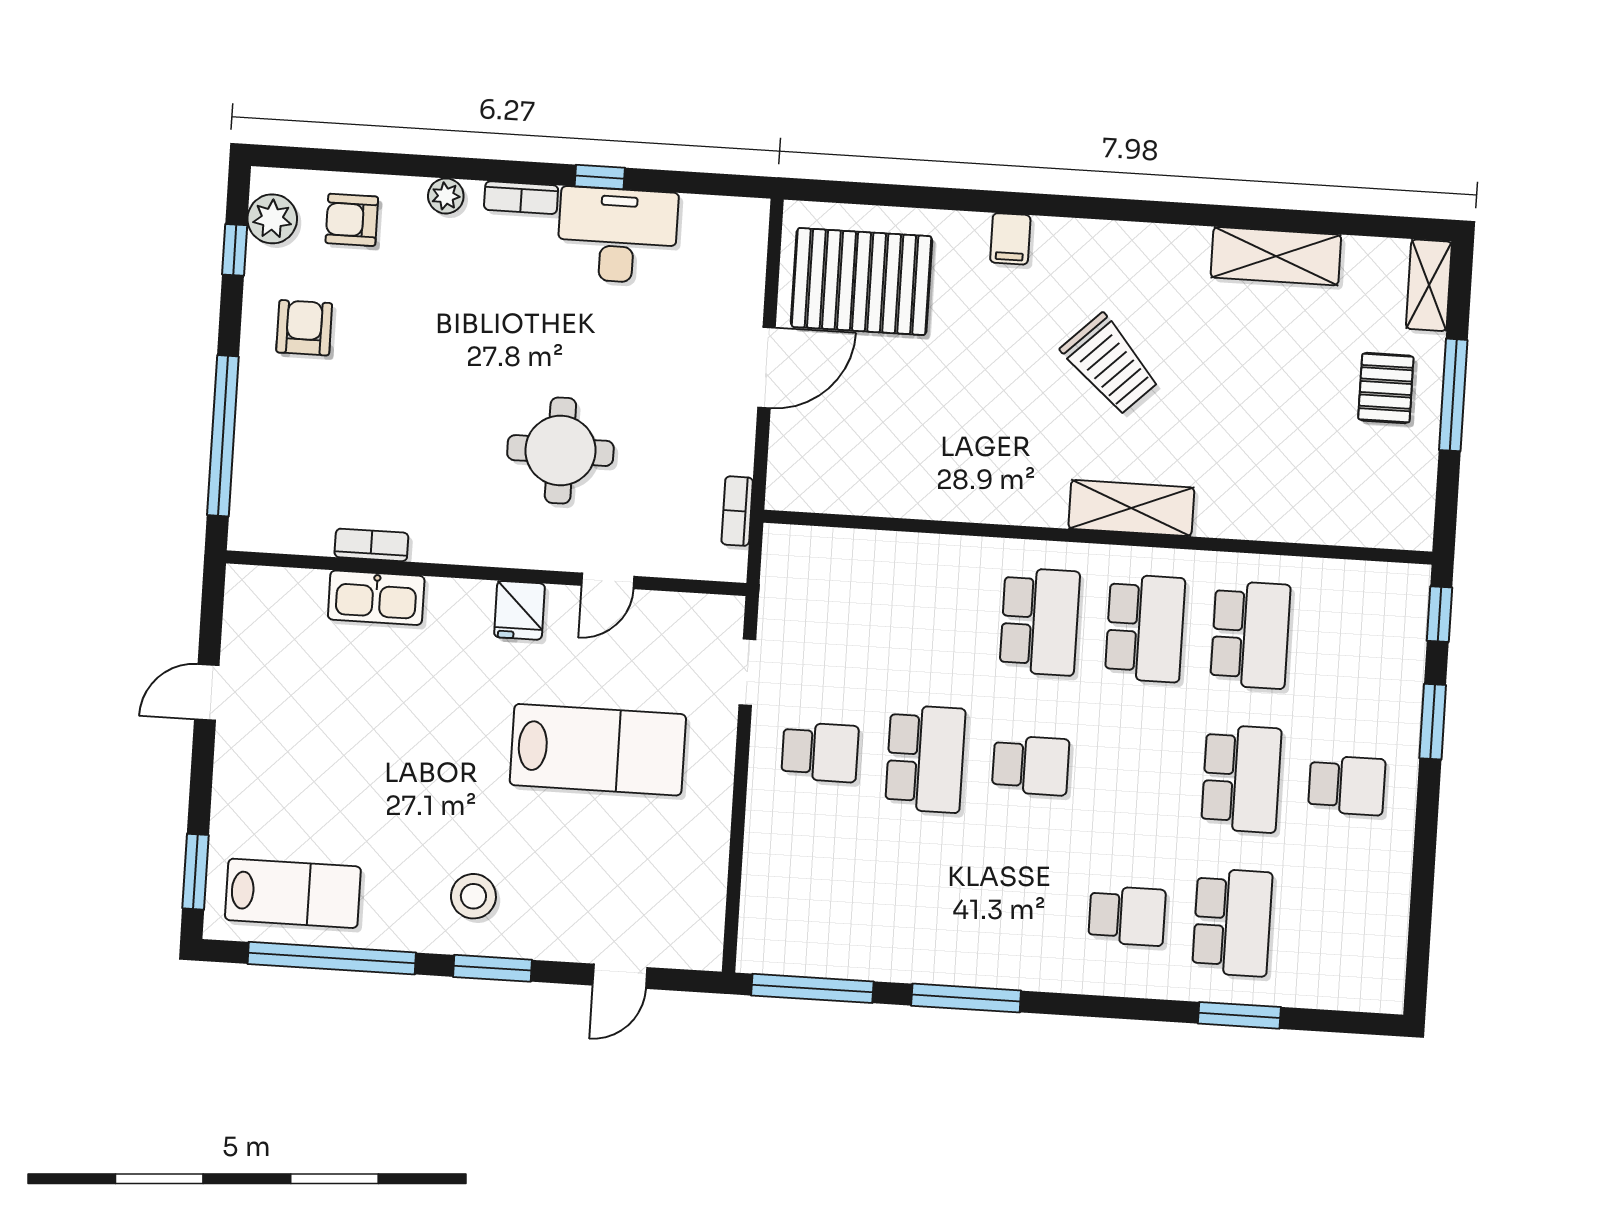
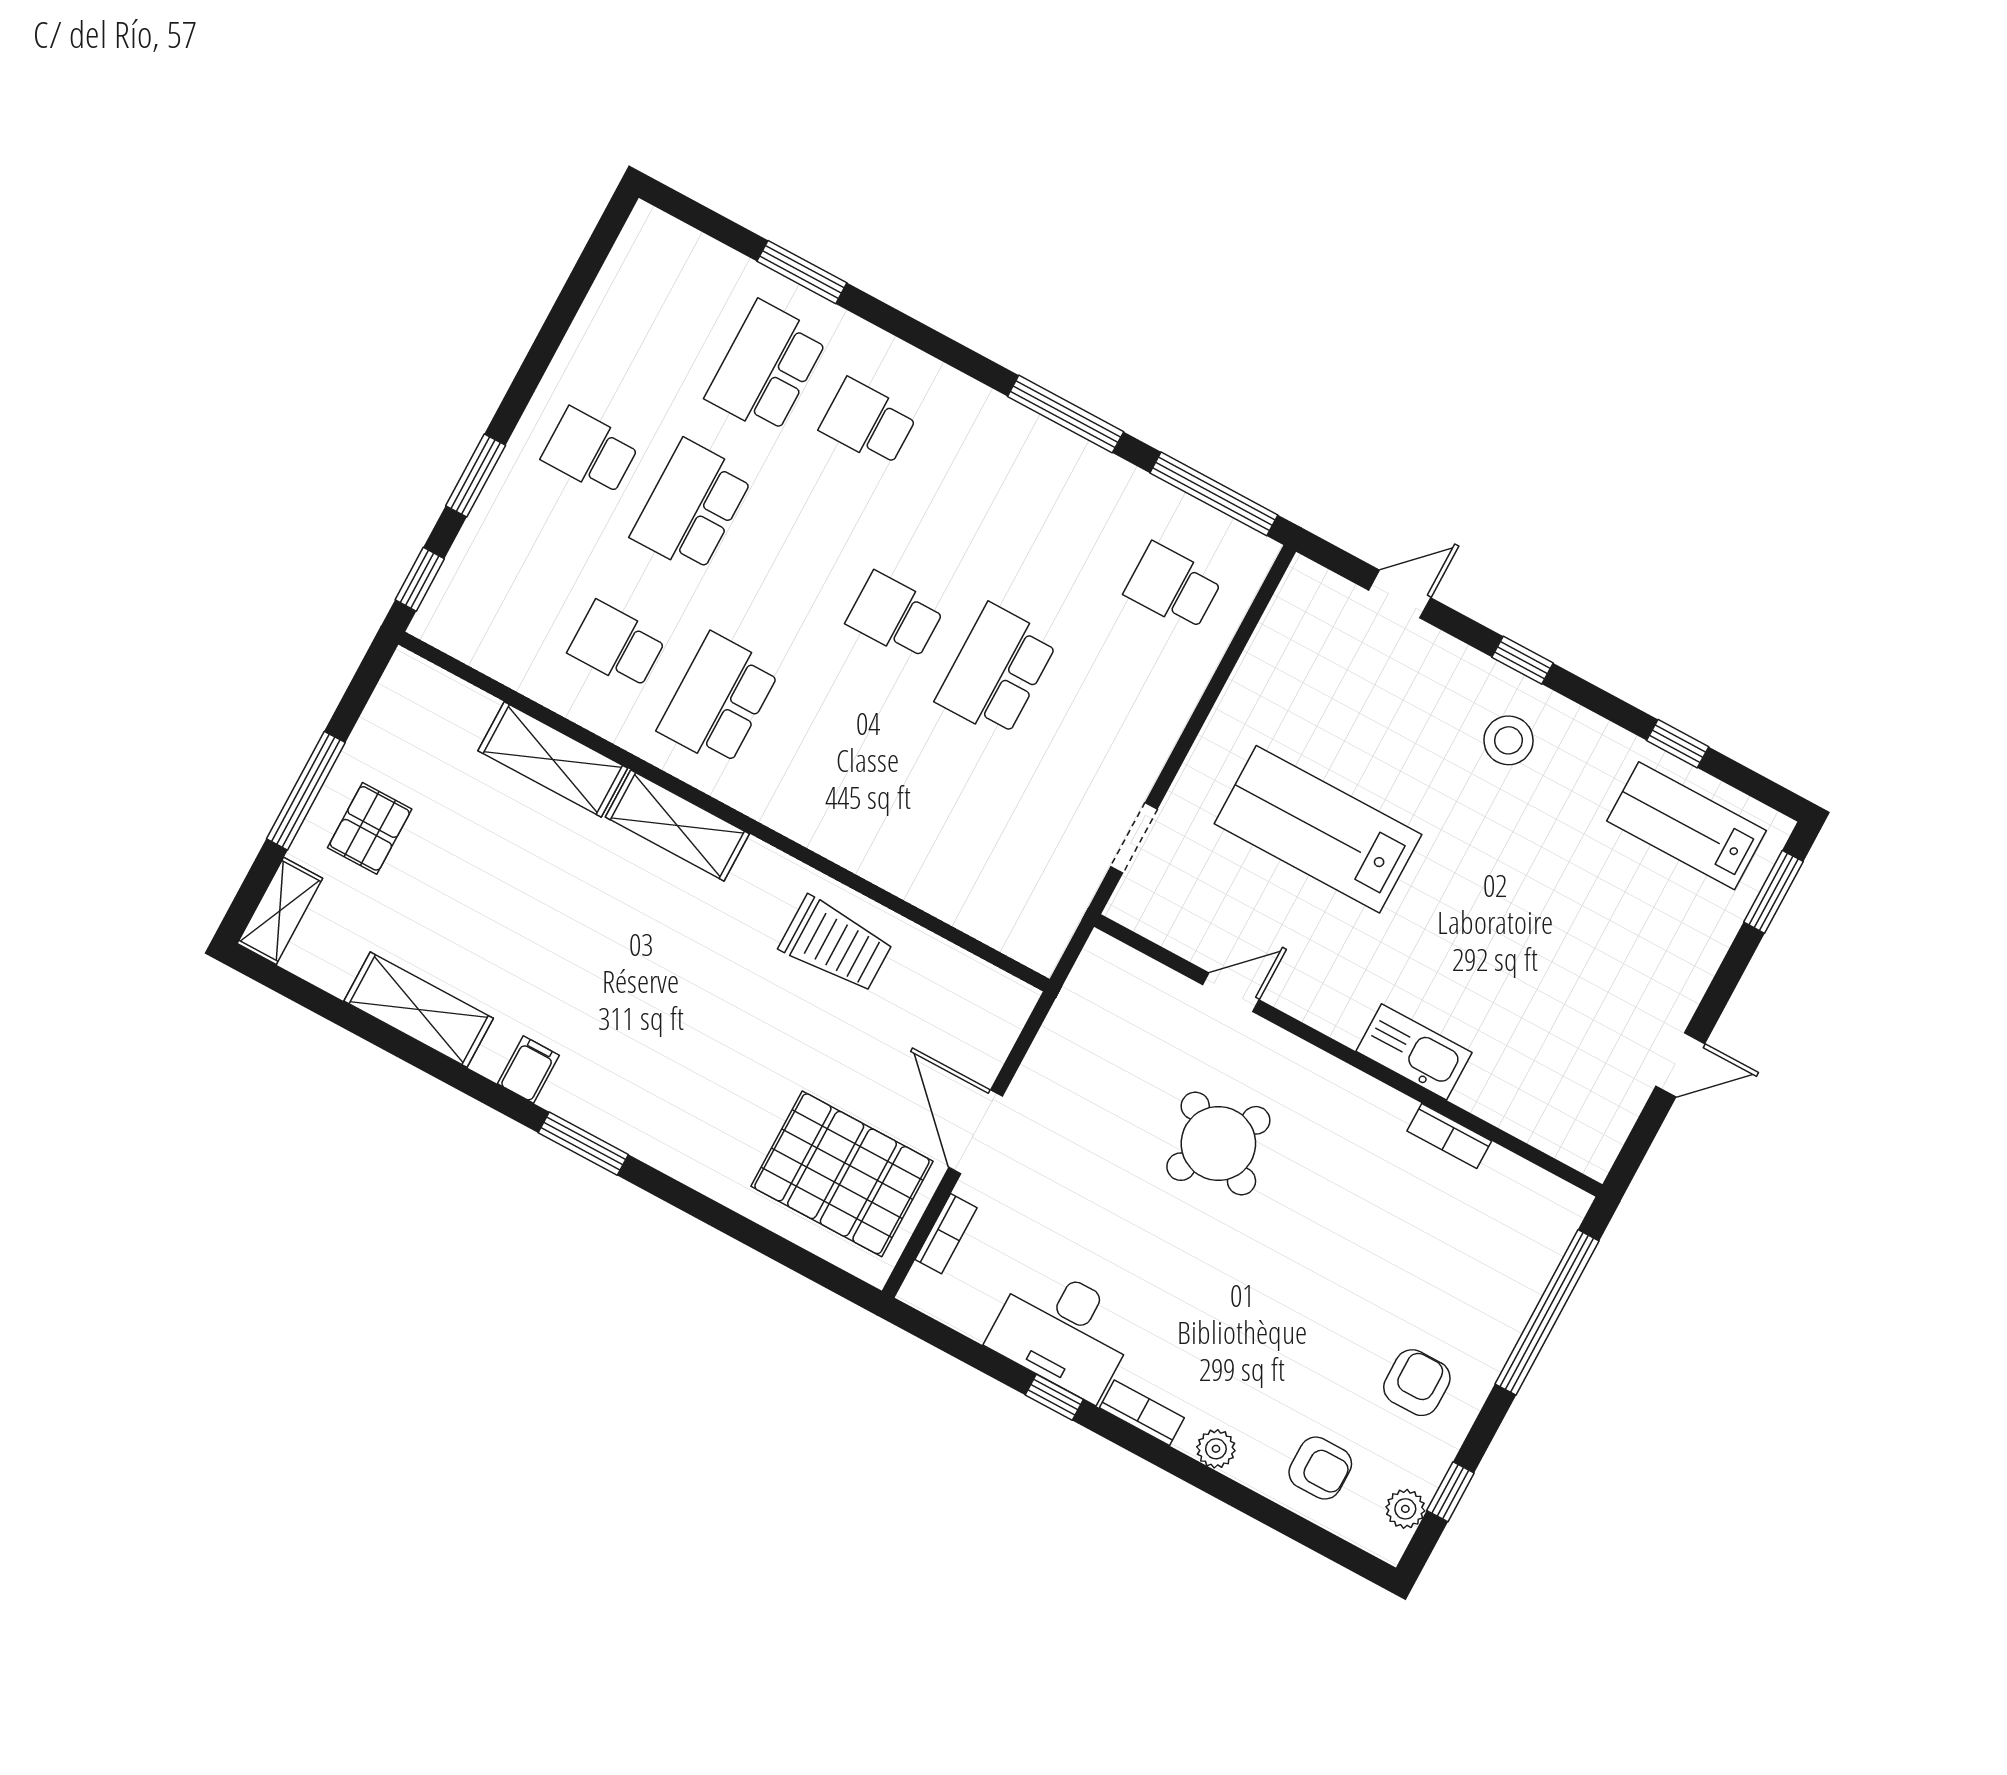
window: (1088, 208) -> (583, 1144), added
plant: (272, 219) -> (1405, 1509), width x0.73, depth x0.73
filing cabinet: (1010, 239) -> (528, 1069), moved
armchair: (304, 328) -> (1417, 1383), turned 180
trolley: (1110, 364) -> (836, 944), moved, turned 134
door: (767, 367) -> (976, 1132), hinge flipped
round table: (560, 451) -> (1218, 1143), turned 30
bookcase: (737, 511) -> (946, 1234), moved
shelving: (1260, 515) -> (553, 759), added
kitchen sink: (376, 598) -> (1414, 1052), moved
fridge: (519, 610) -> (1332, 1003), removed
school desk: (1040, 622) -> (820, 755), removed
school desk: (1250, 635) -> (617, 645), width x0.54
school desk: (820, 752) -> (1173, 586), moved
window: (332, 958) -> (1678, 744), width x0.32
window: (492, 968) -> (1523, 660), width x0.67

